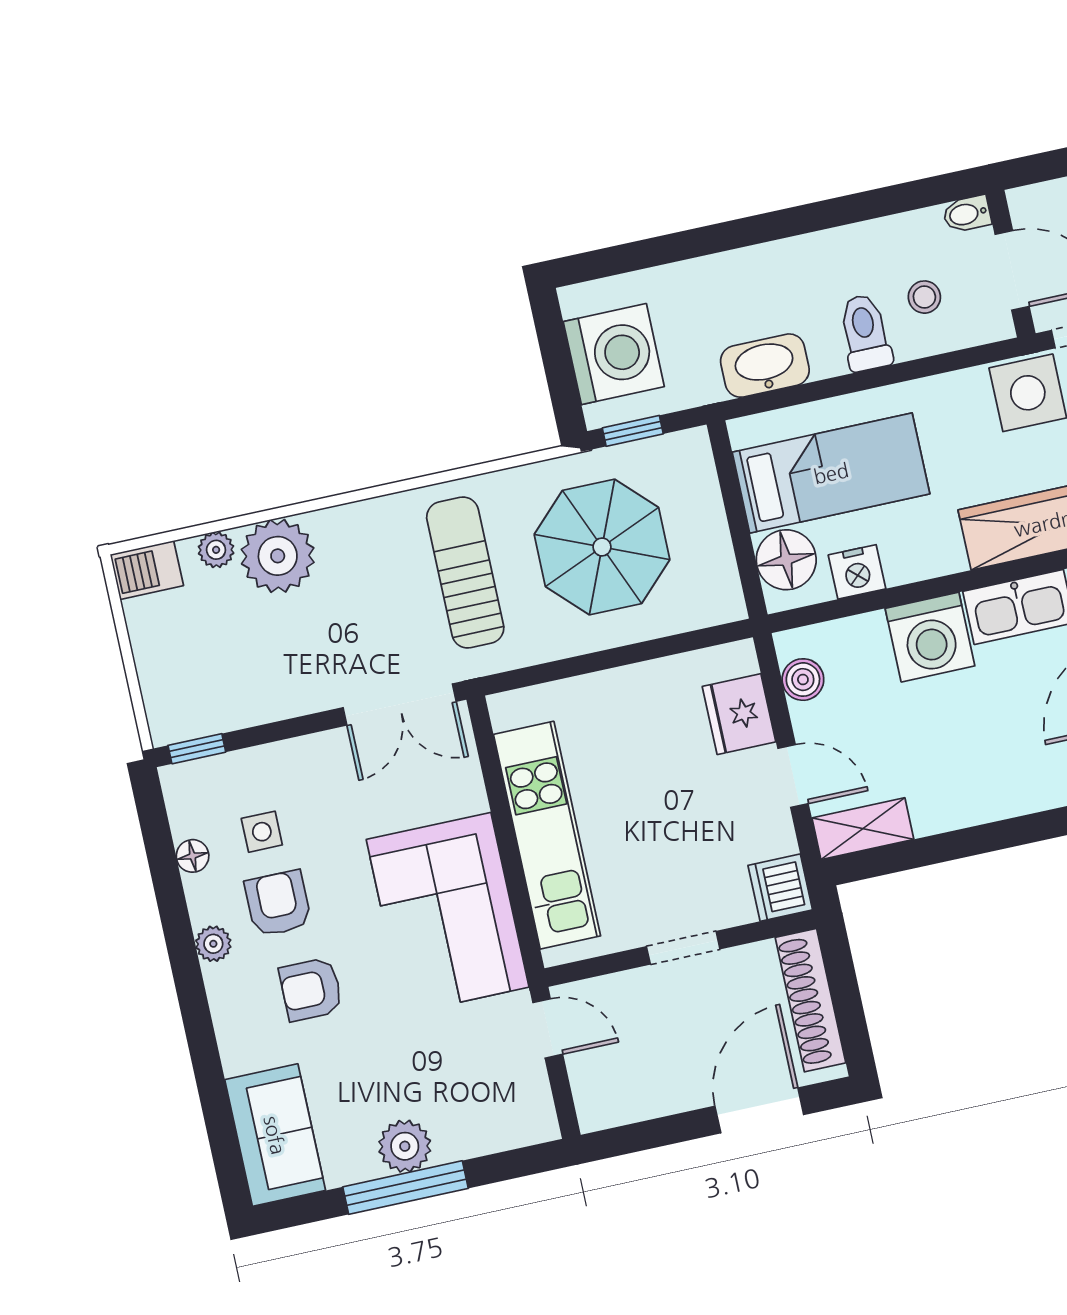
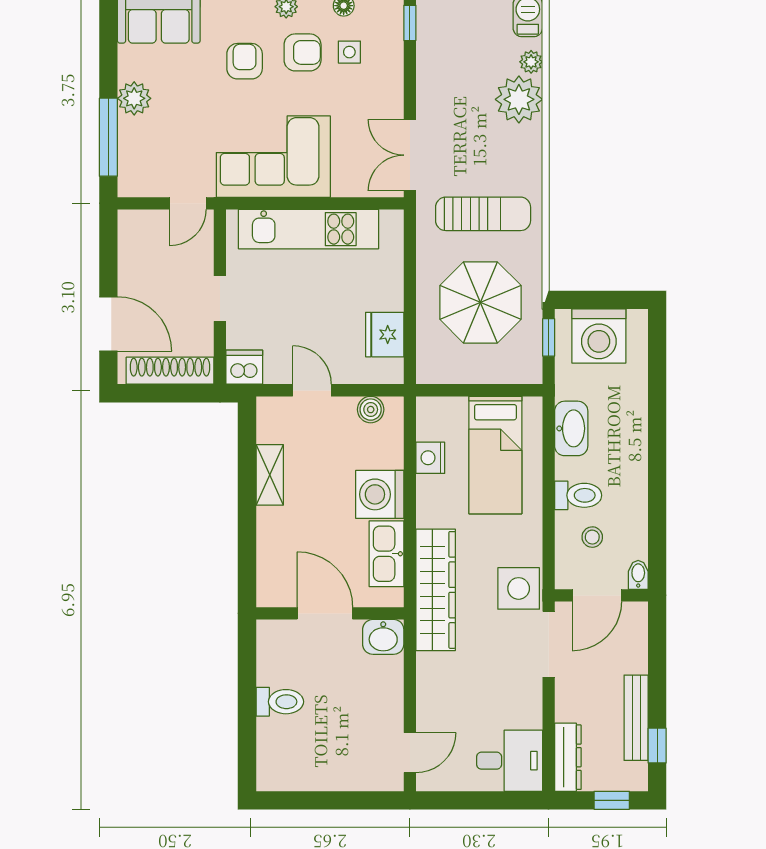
floor lamp: (786, 560) -> (447, 415), removed
fridge: (739, 714) -> (385, 335), moved, turned -90
door: (793, 776) -> (312, 390), swing flipped
shelving: (863, 829) -> (270, 475), moved
window: (405, 1188) -> (108, 137), moved

